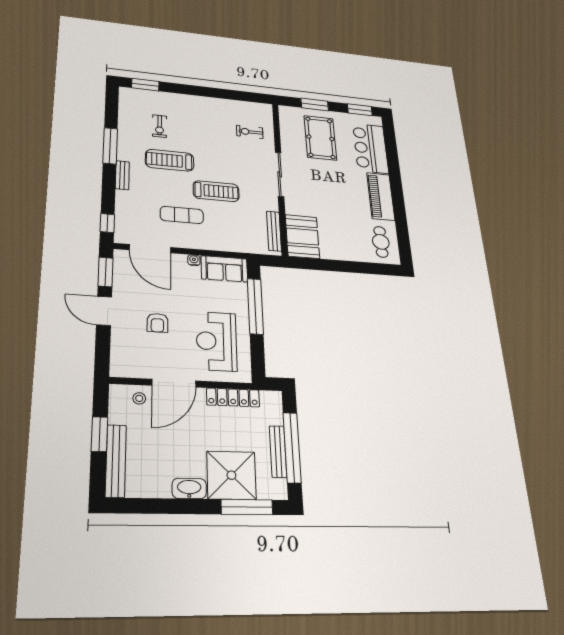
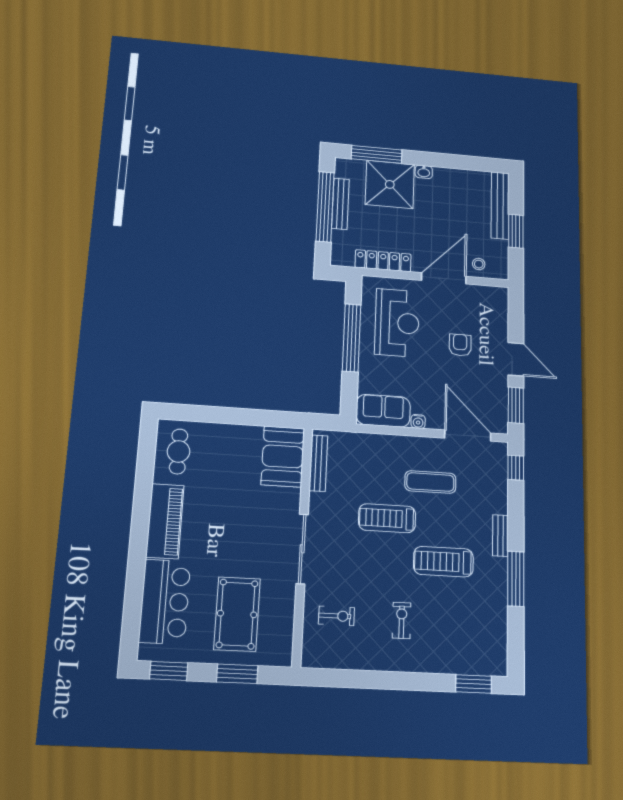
exercise bike: (160, 126) -> (402, 620), moved
treadmill: (170, 160) -> (443, 562), turned 180
window: (255, 306) -> (352, 338), moved
washbasin: (189, 488) -> (424, 172), width x0.52, depth x0.69

